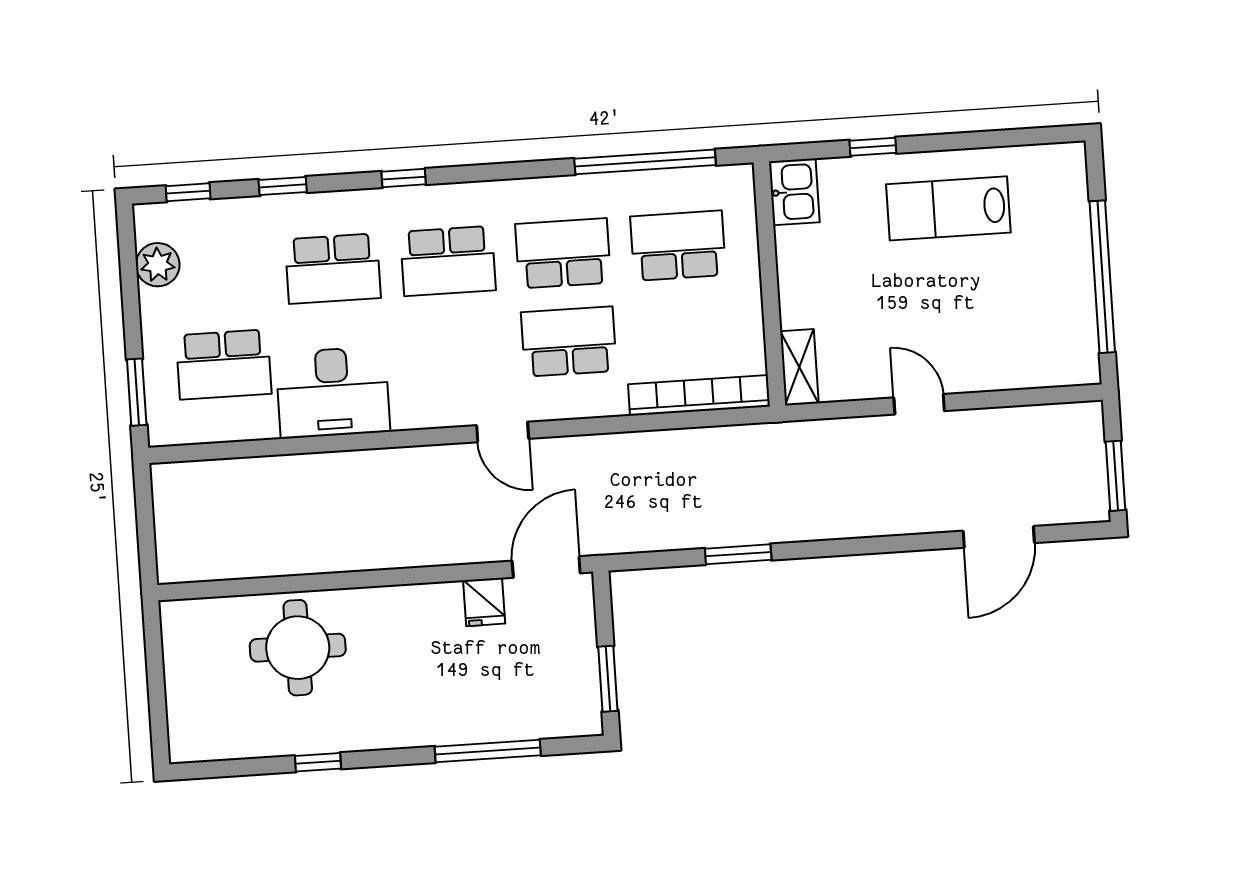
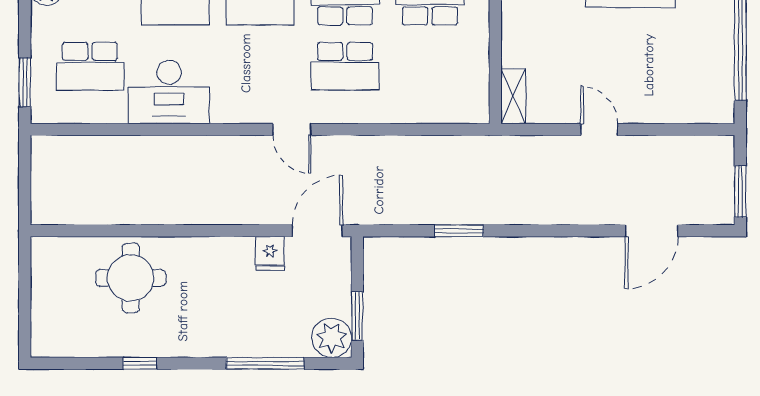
school desk: (569, 342) -> (345, 66), turned 180
bookcase: (699, 395) -> (438, 112), removed
plant: (575, 711) -> (332, 338), added

